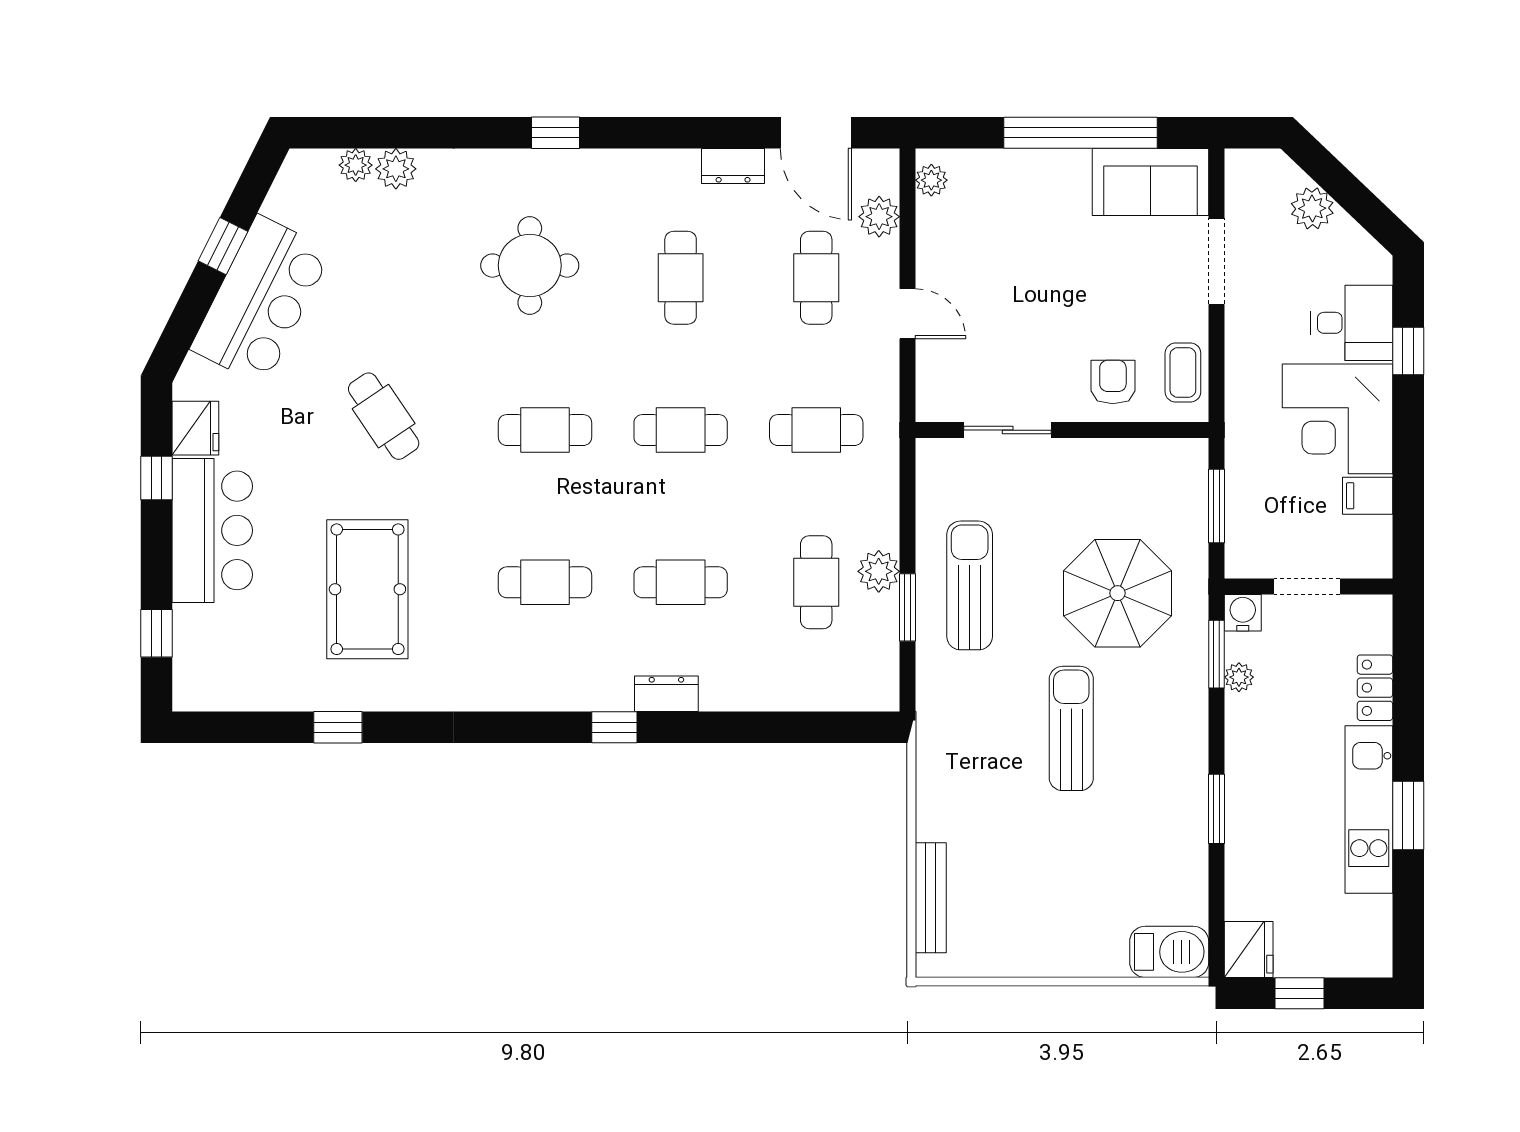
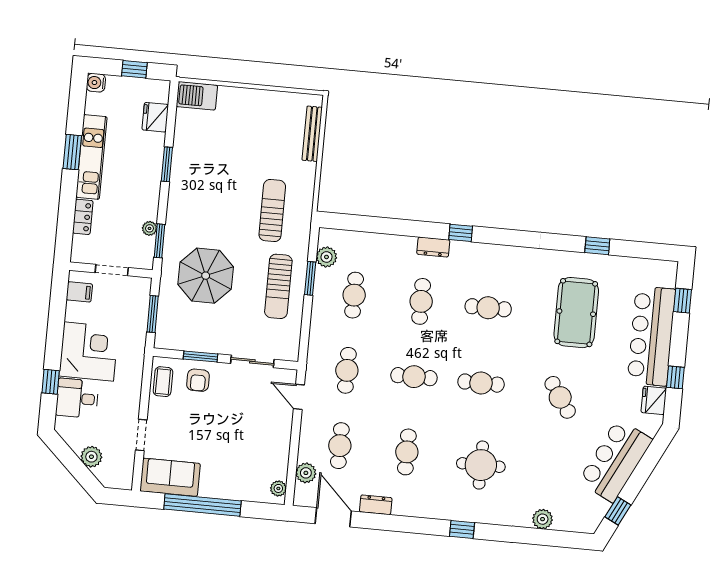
plant: (356, 165) -> (562, 523), removed
window: (223, 246) -> (618, 511), moved
doorway: (1217, 261) -> (141, 435), width x0.73
door: (907, 314) -> (299, 397), moved
cafe table: (816, 430) -> (347, 370), turned 90
window: (1112, 430) -> (201, 357), added
filing cabinet: (1368, 496) -> (79, 292), moved
bar counter: (212, 530) -> (651, 336), width x1.36
plant: (879, 571) -> (326, 257), moved
cafe table: (681, 582) -> (421, 301), turned 90
water cooler: (1243, 613) -> (96, 83), moved, turned 90
sun lounger: (1071, 728) -> (272, 211), moved, turned 180
fridge: (1249, 949) -> (155, 117), moved

